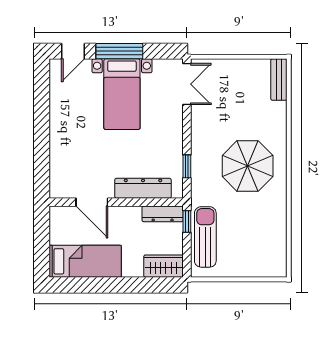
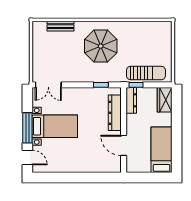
bench: (279, 80) -> (61, 26), moved
double door: (187, 84) -> (48, 85), swing flipped
door: (92, 202) -> (124, 145), swing flipped
sun lounger: (205, 237) -> (146, 73), turned 180

